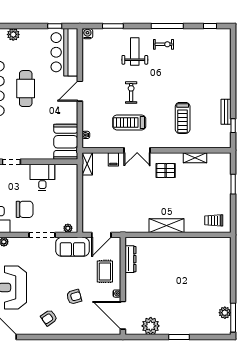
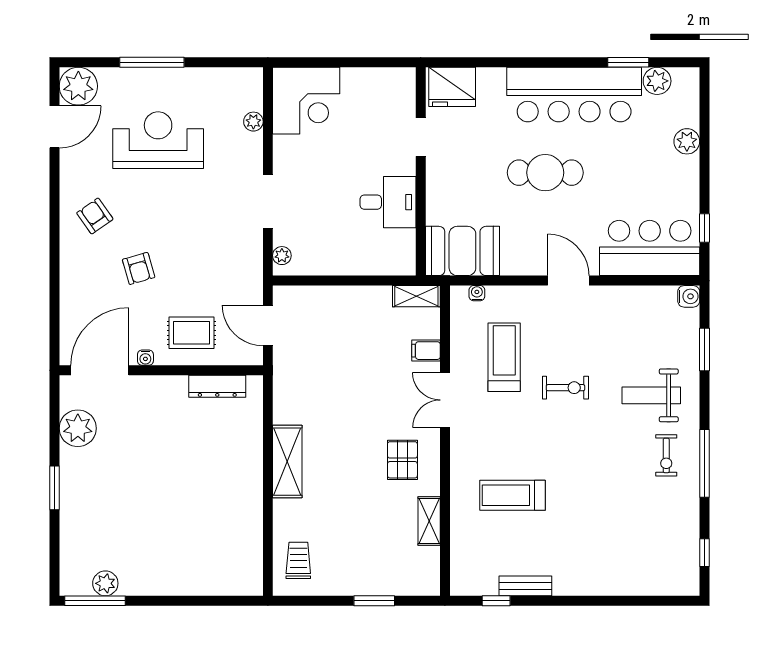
weight bench: (135, 51) -> (651, 395), turned 180
cafe table: (26, 89) -> (545, 173), moved
treadmill: (129, 122) -> (504, 357), moved
chair: (25, 209) -> (321, 165), removed
sofa: (73, 247) -> (243, 265), removed

